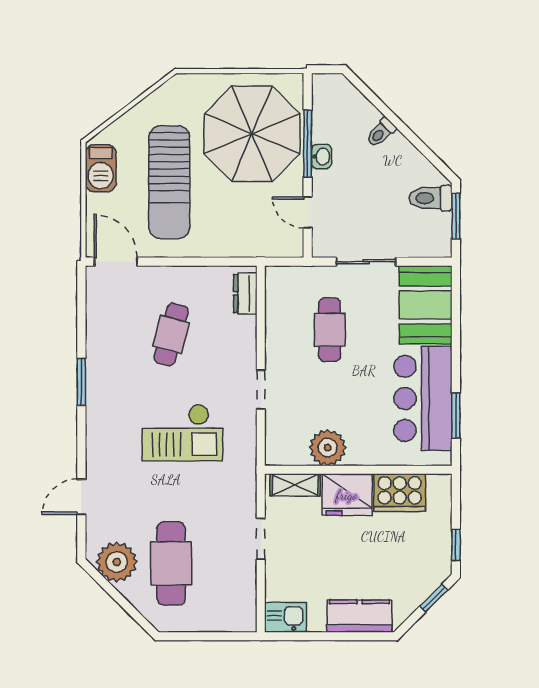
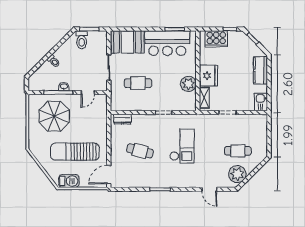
parasol: (252, 134) -> (54, 116), width x0.73, depth x0.73
sun lounger: (169, 182) -> (75, 152), turned 180
cooker: (400, 493) -> (216, 39), moved, turned 90
cafe table: (171, 563) -> (238, 151), width x0.73, depth x0.74

